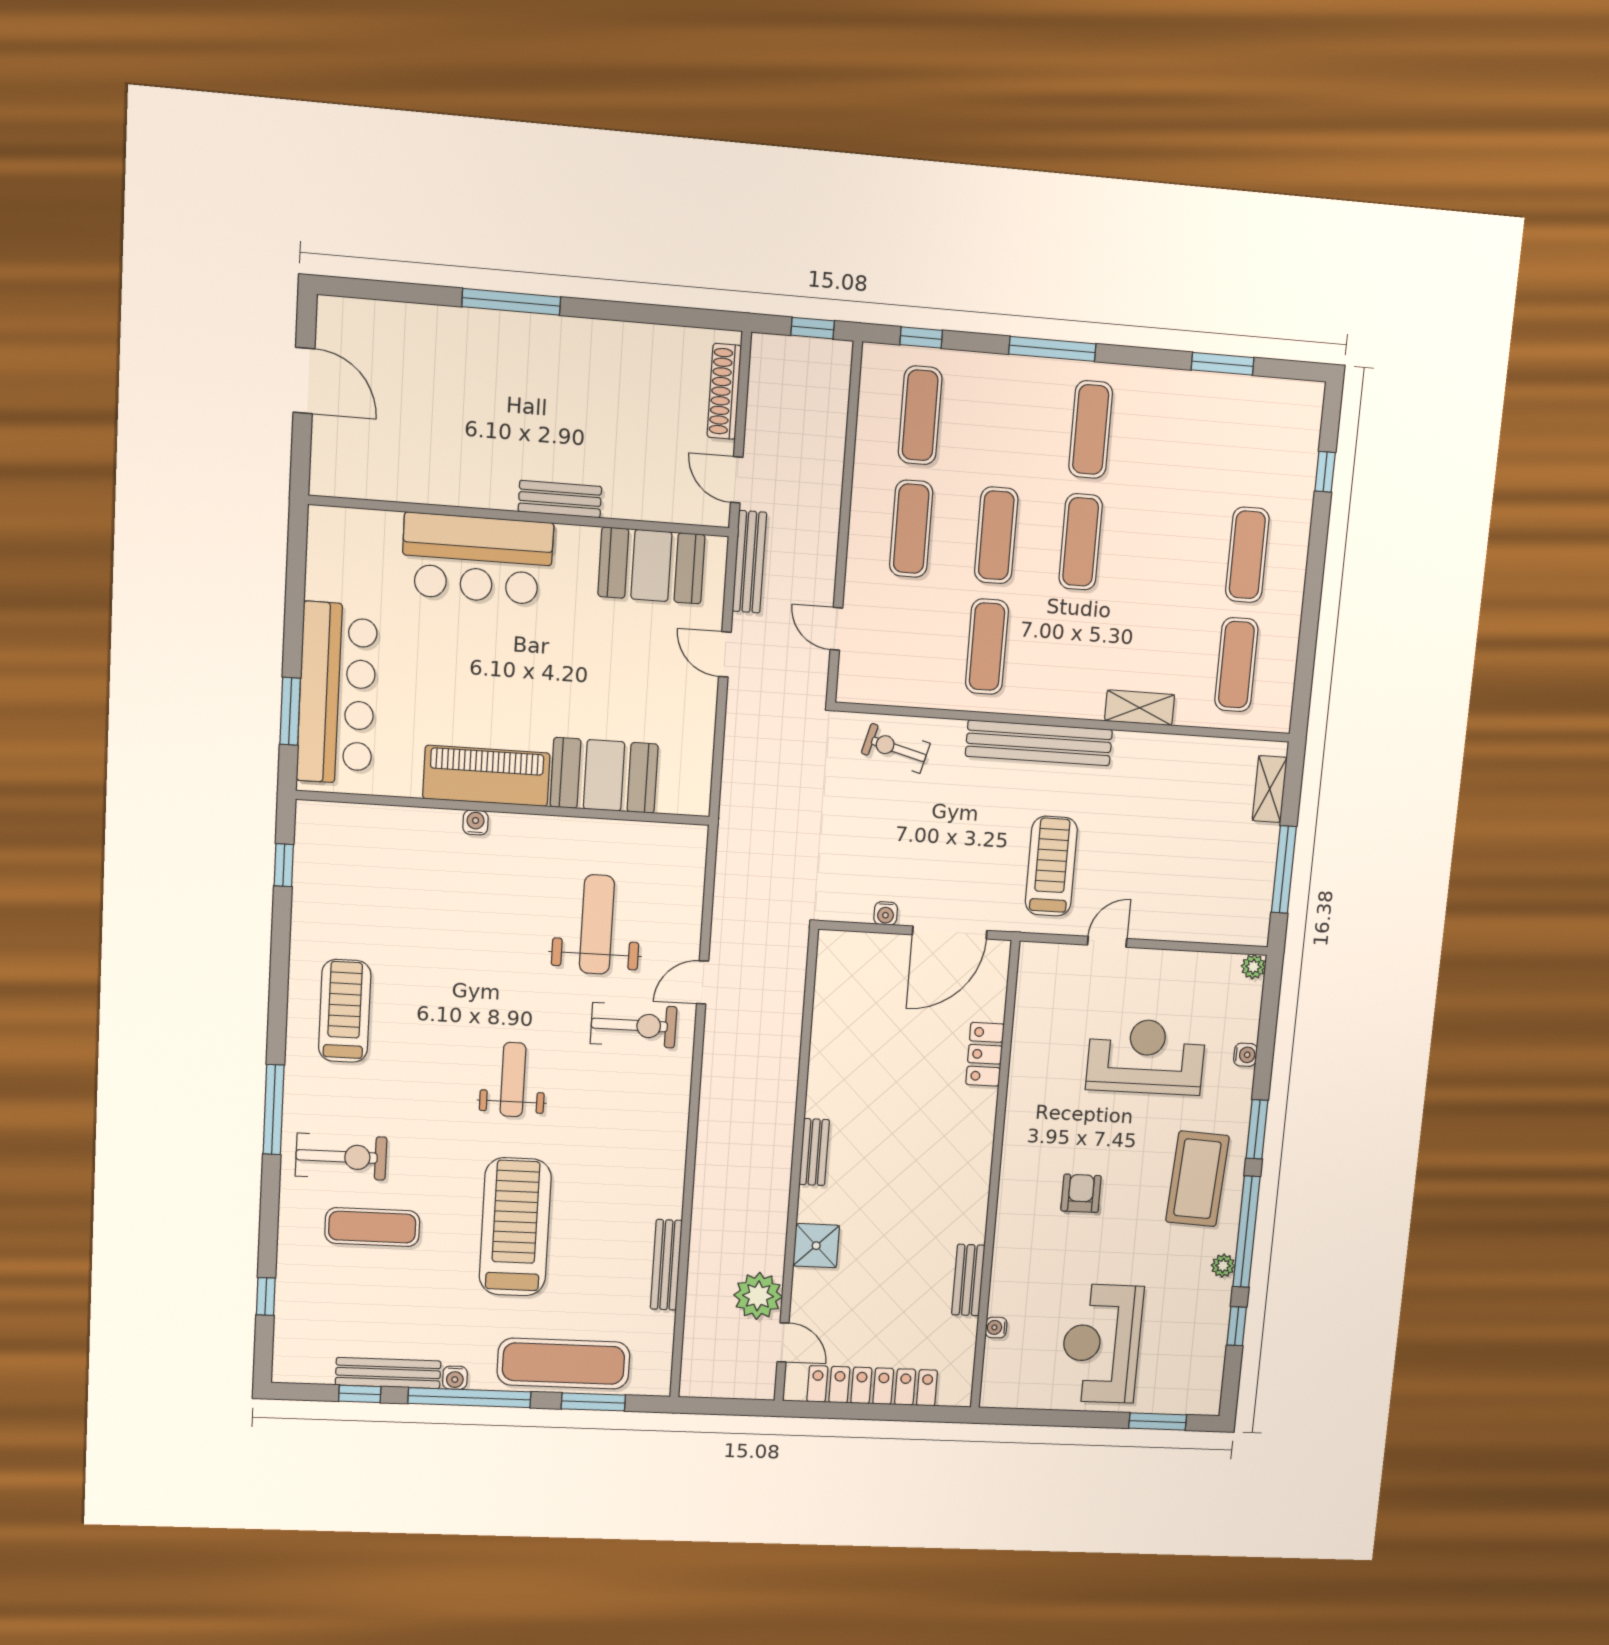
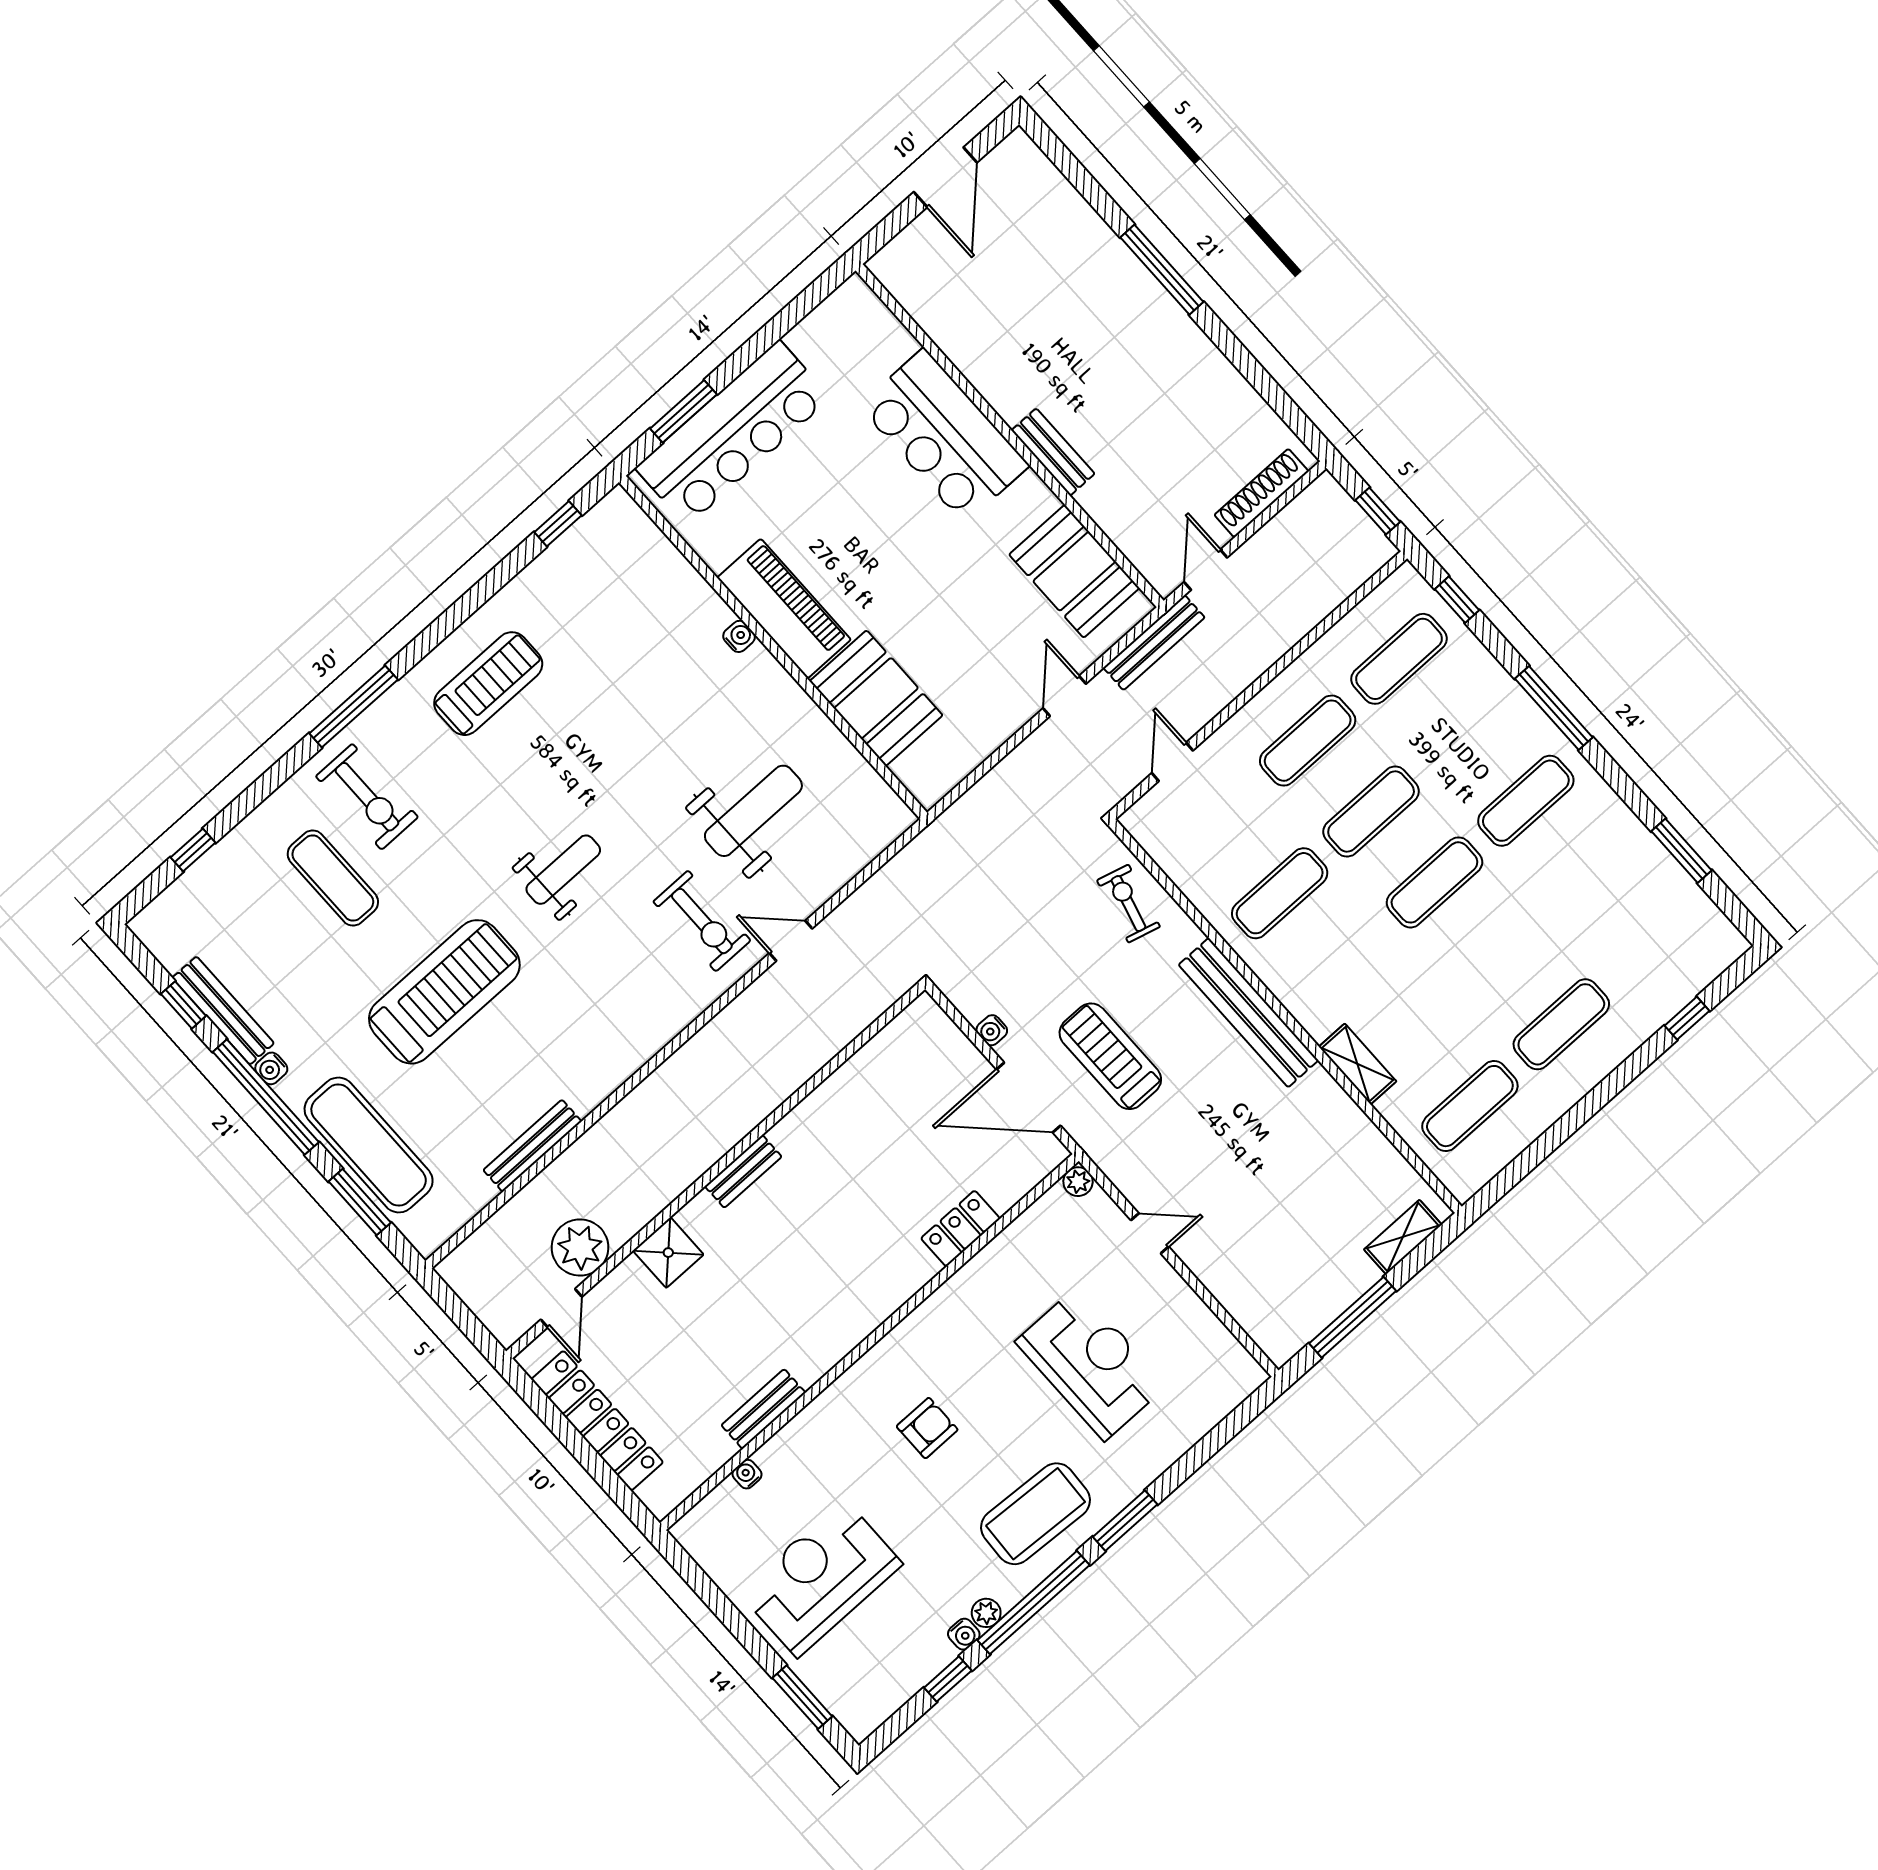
treadmill: (1051, 866) -> (1110, 1056), moved, turned -90
plant: (1253, 967) -> (1078, 1182), moved
water cooler: (1245, 1055) -> (964, 1634), moved

